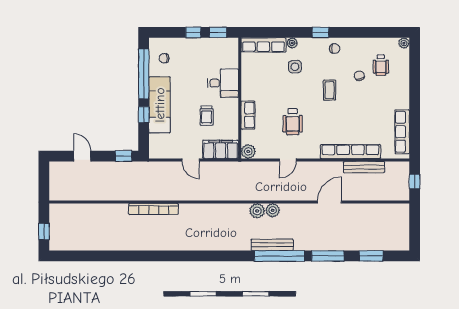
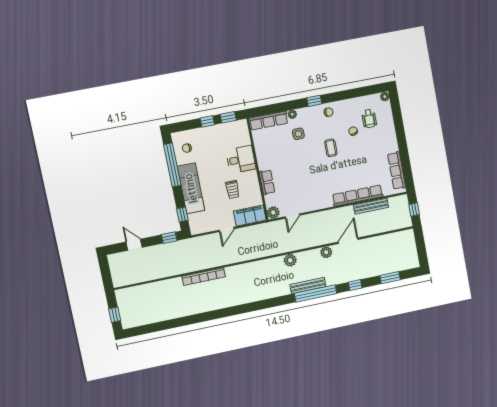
window: (144, 115) -> (182, 215), moved
wheelchair: (293, 122) -> (305, 180), removed
door: (191, 160) -> (227, 229), hinge flipped
door: (288, 160) -> (292, 216), moved
plant: (273, 210) -> (326, 252), moved
window: (328, 256) -> (355, 285), width x0.46

